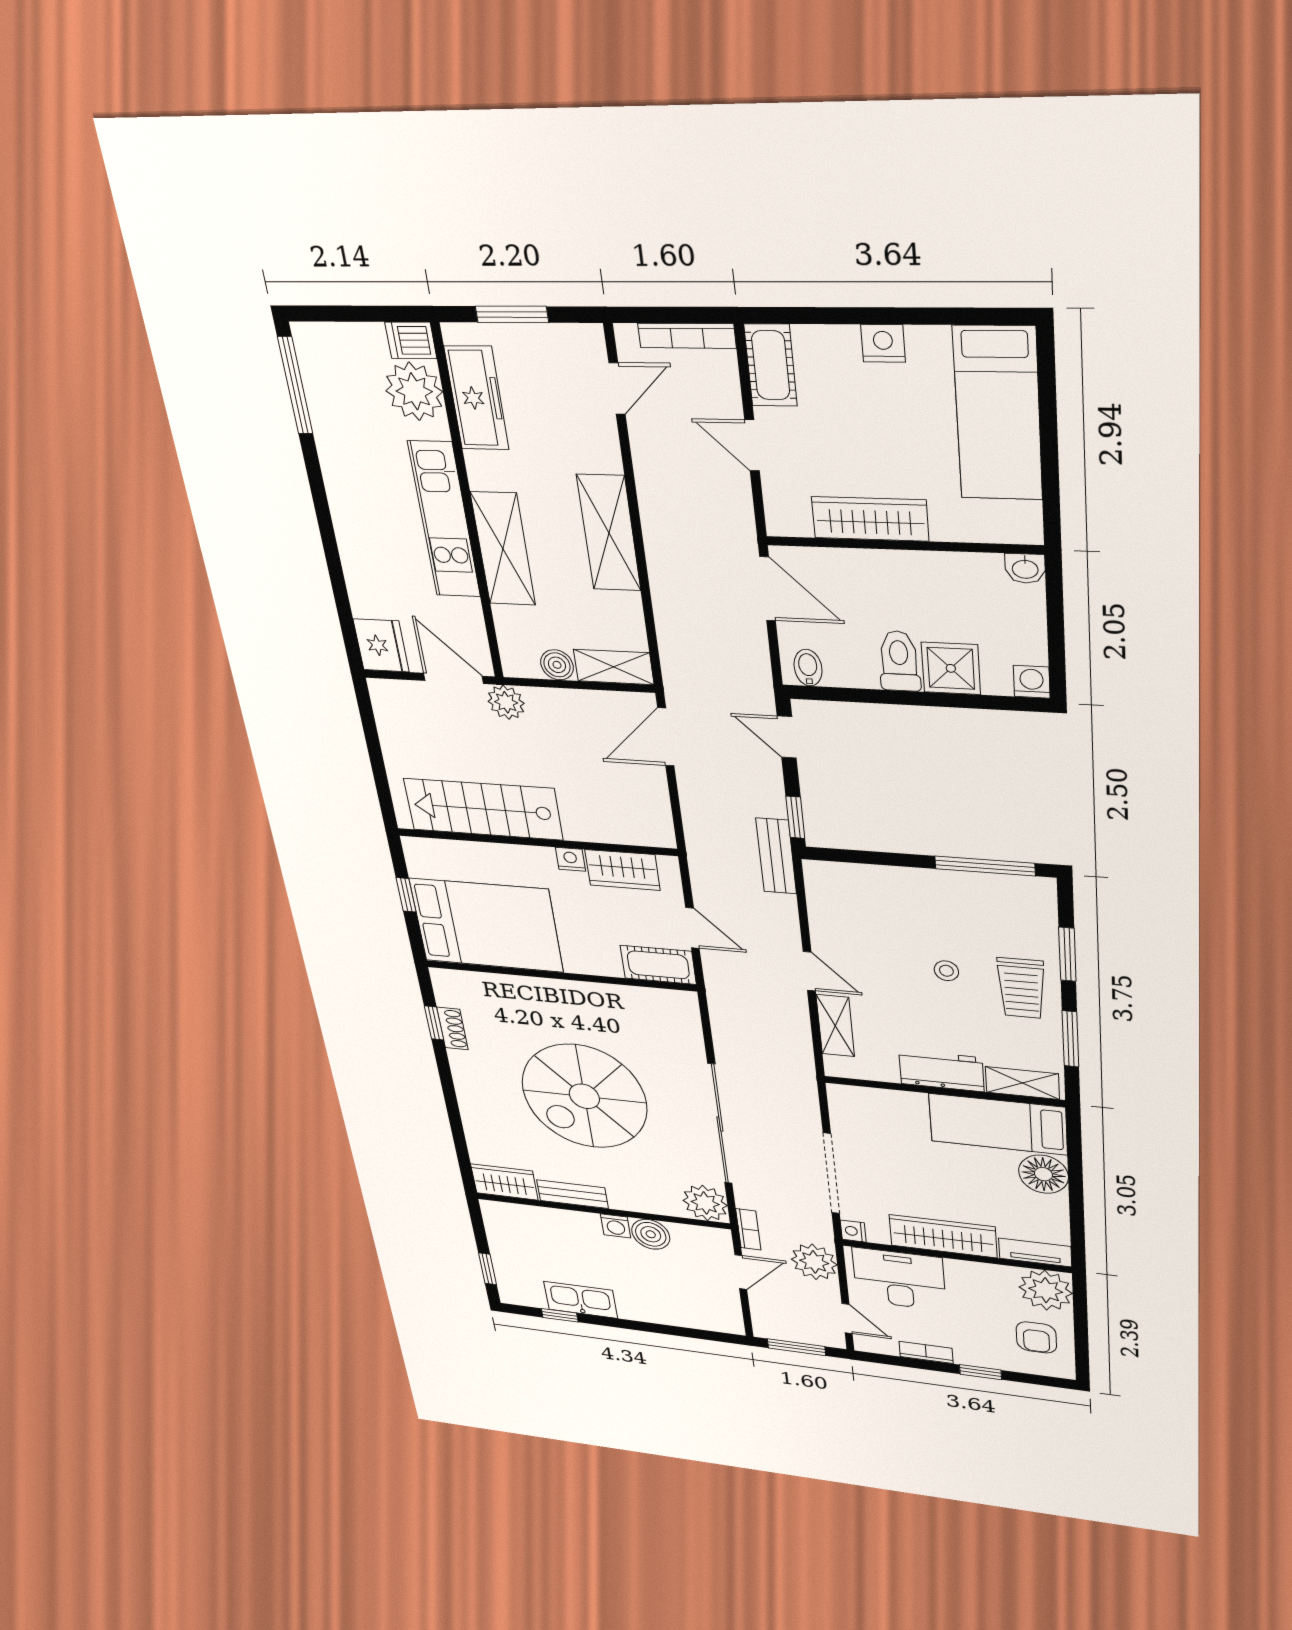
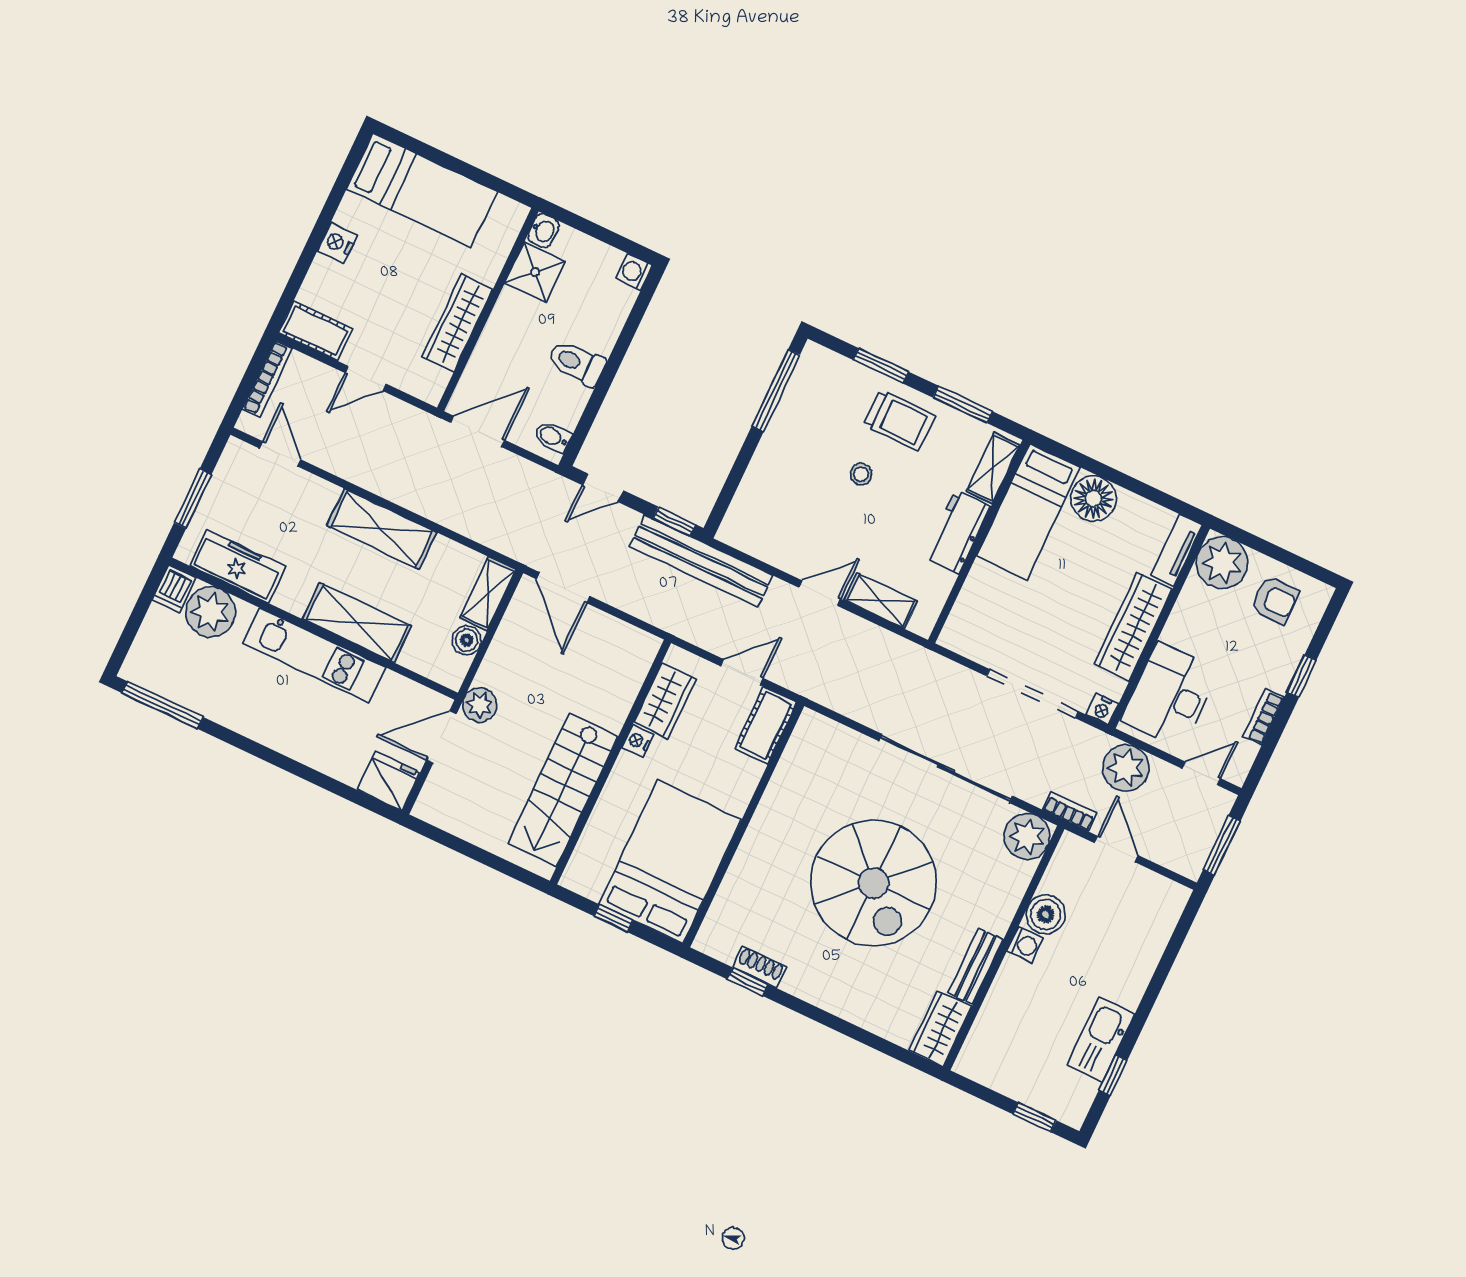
shower: (951, 668) -> (535, 272), moved
bench: (776, 856) -> (701, 561), width x1.86, depth x1.21

